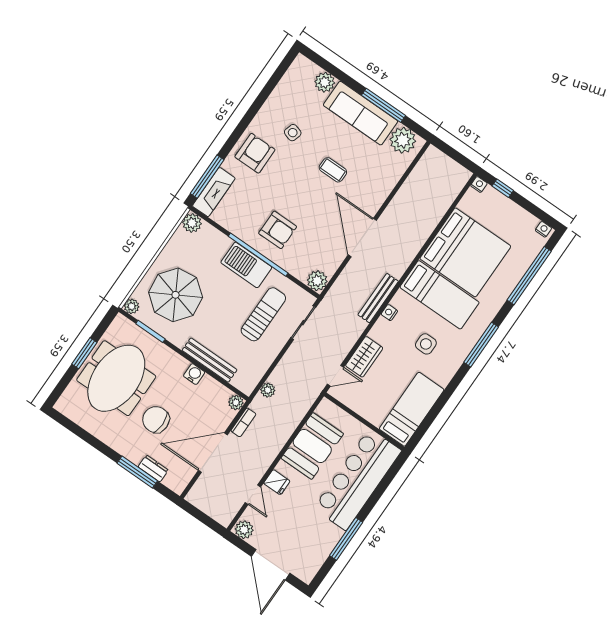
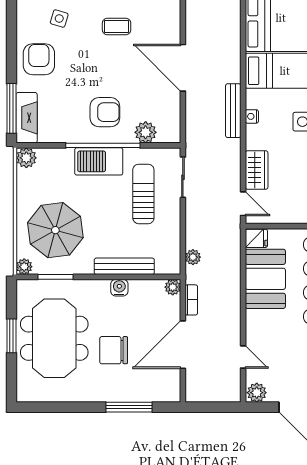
plant: (317, 281) -> (146, 132), moved
door: (336, 376) -> (243, 204), hinge flipped
dresser: (153, 468) -> (141, 394), removed
fridge: (277, 482) -> (256, 238), moved

